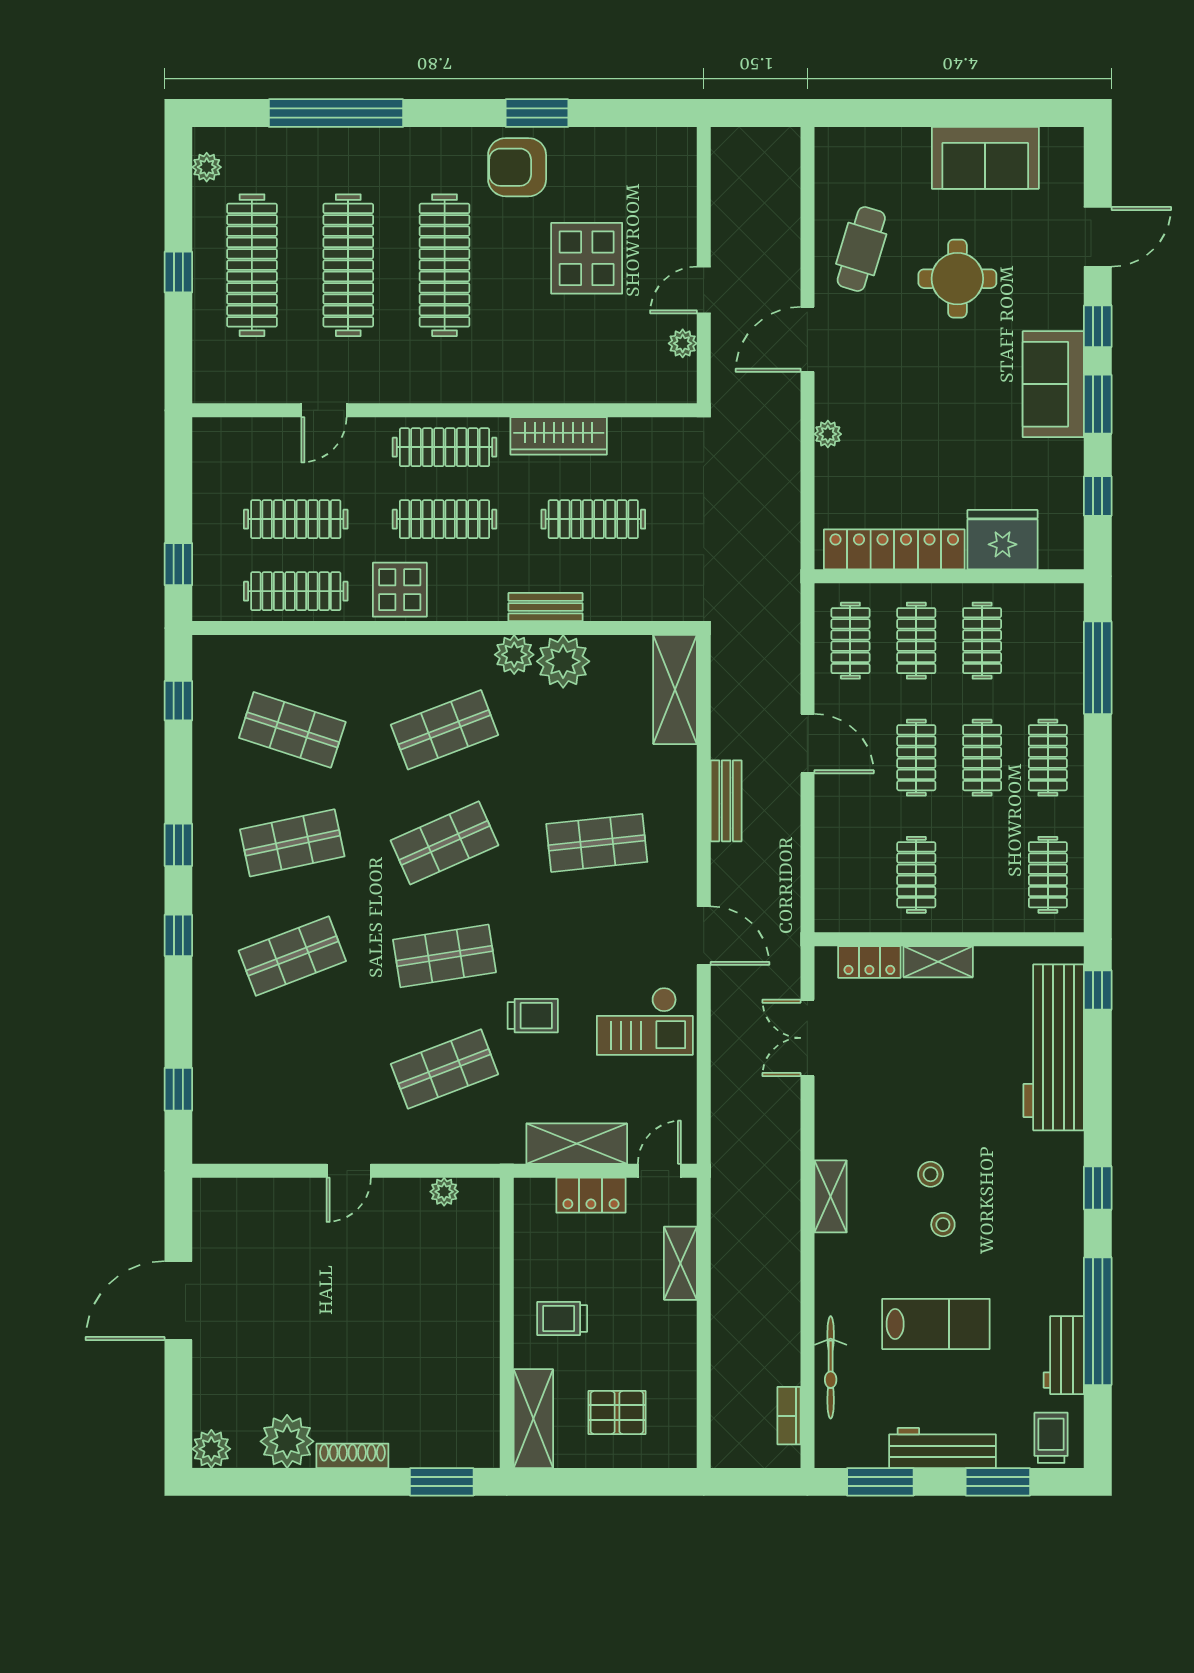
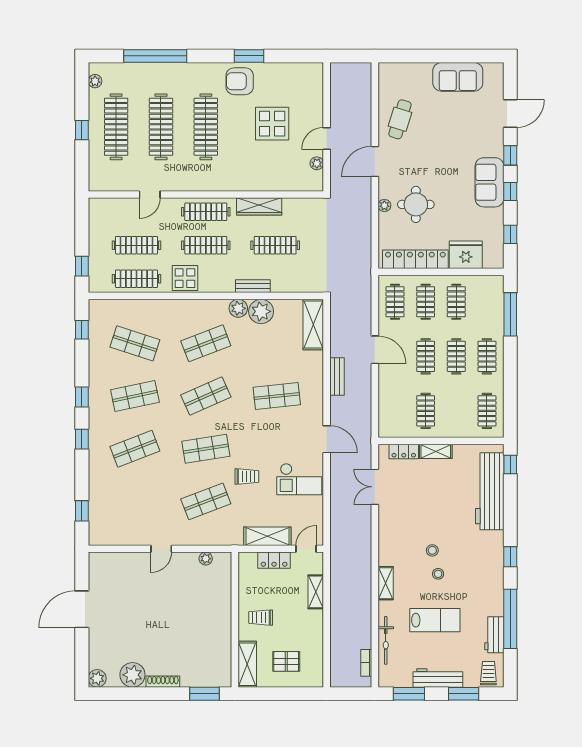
round table: (957, 279) -> (416, 204), moved
window: (1098, 404) -> (510, 192), width x0.67
shelving: (831, 1196) -> (386, 583), moved

